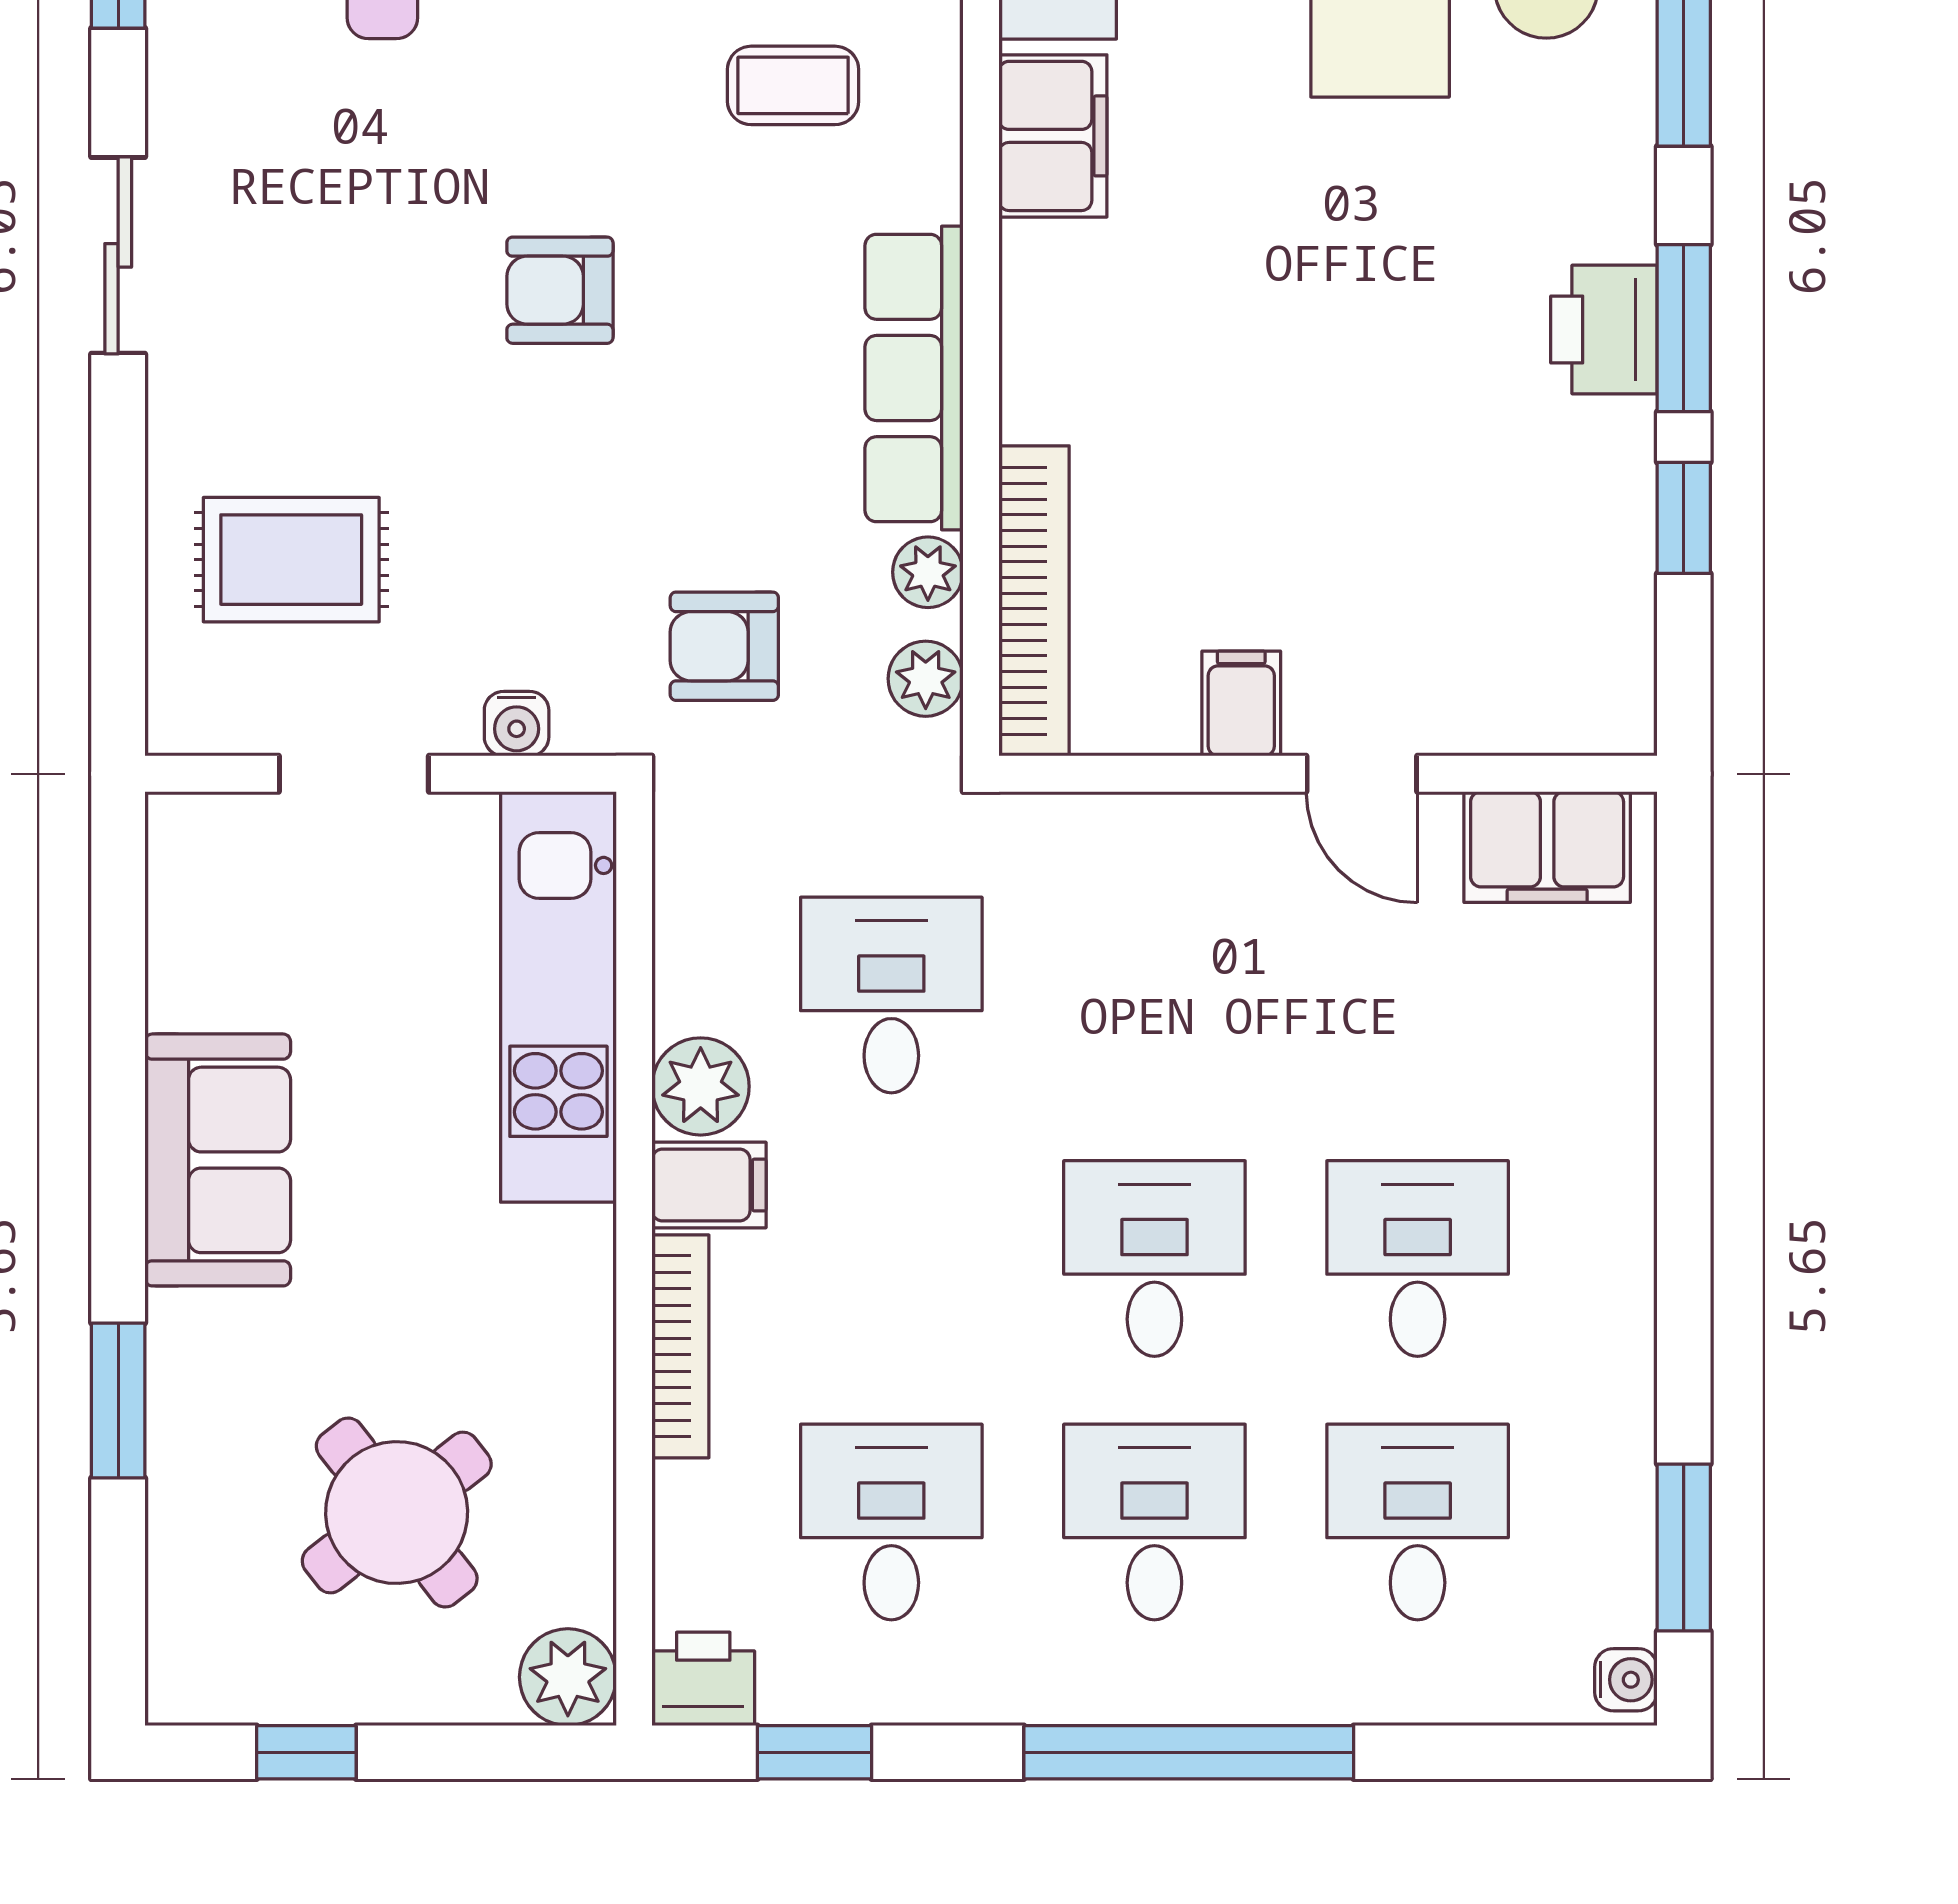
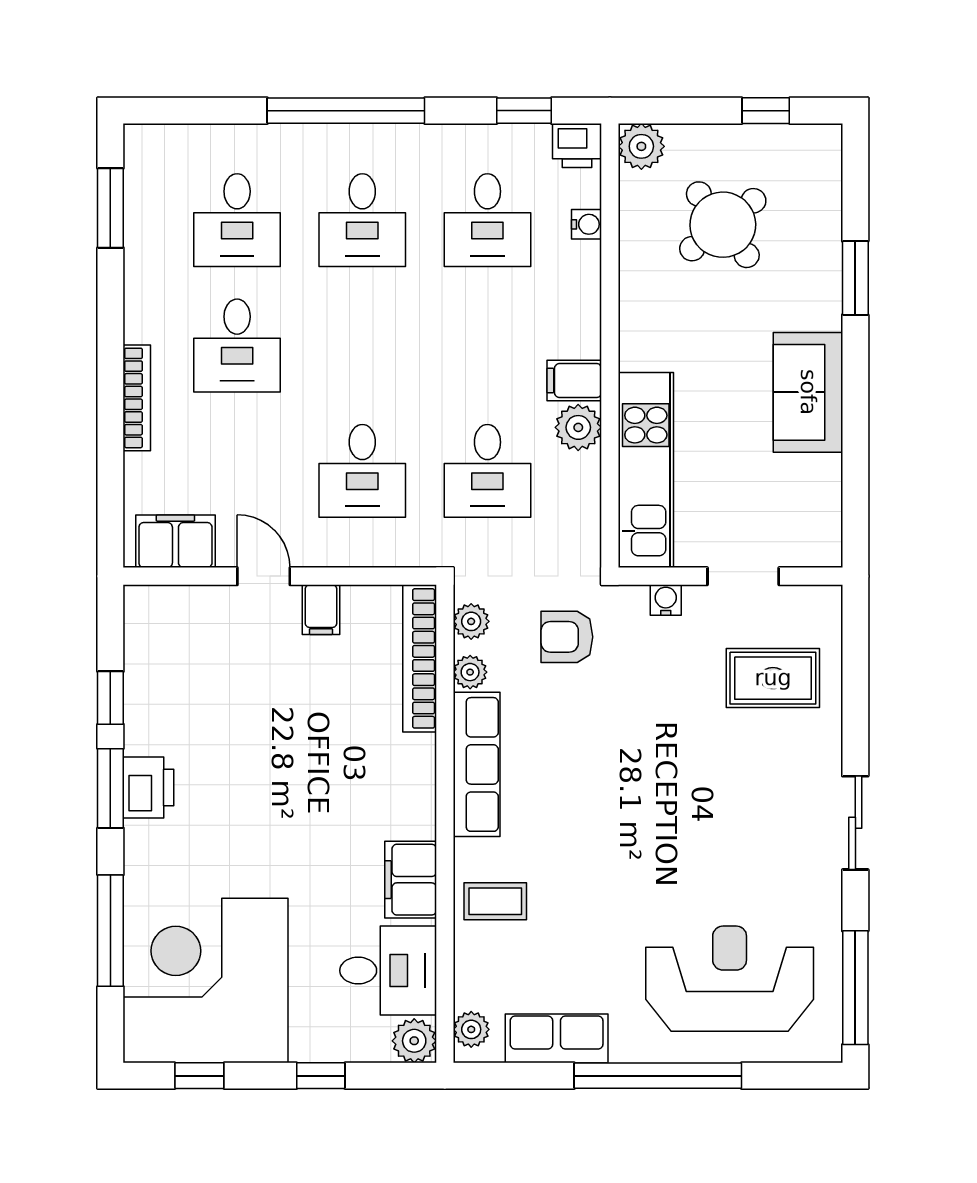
coffee table: (793, 85) -> (495, 901), moved
armchair: (560, 290) -> (645, 806), removed
armchair: (724, 646) -> (567, 637), turned 180
desk: (1154, 1259) -> (362, 471), moved
bookcase: (680, 1346) -> (137, 398), moved, turned 180
water cooler: (1626, 1680) -> (587, 224), moved, turned 180

